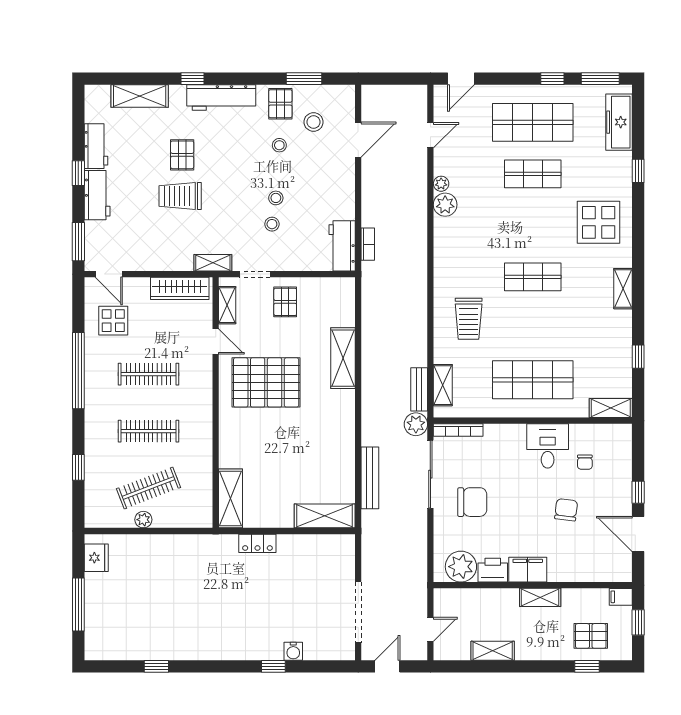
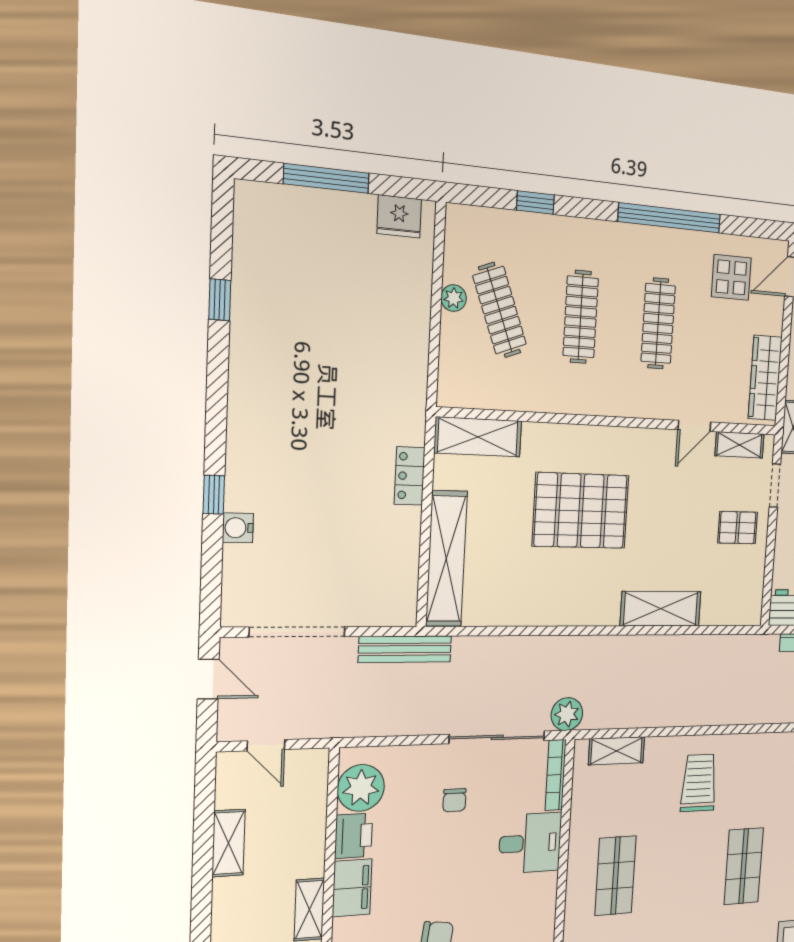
trolley: (469, 319) -> (699, 783), turned 90
shop shelf: (533, 380) -> (616, 876), width x0.70, depth x0.74
pallet: (266, 382) -> (581, 511), moved, turned 90
bench: (419, 389) -> (613, 717), removed
desk: (548, 446) -> (530, 843), moved
bench: (370, 478) -> (405, 649), moved
chair: (472, 502) -> (454, 800), width x0.54, depth x0.54
shelving: (325, 516) -> (446, 559), width x1.47

